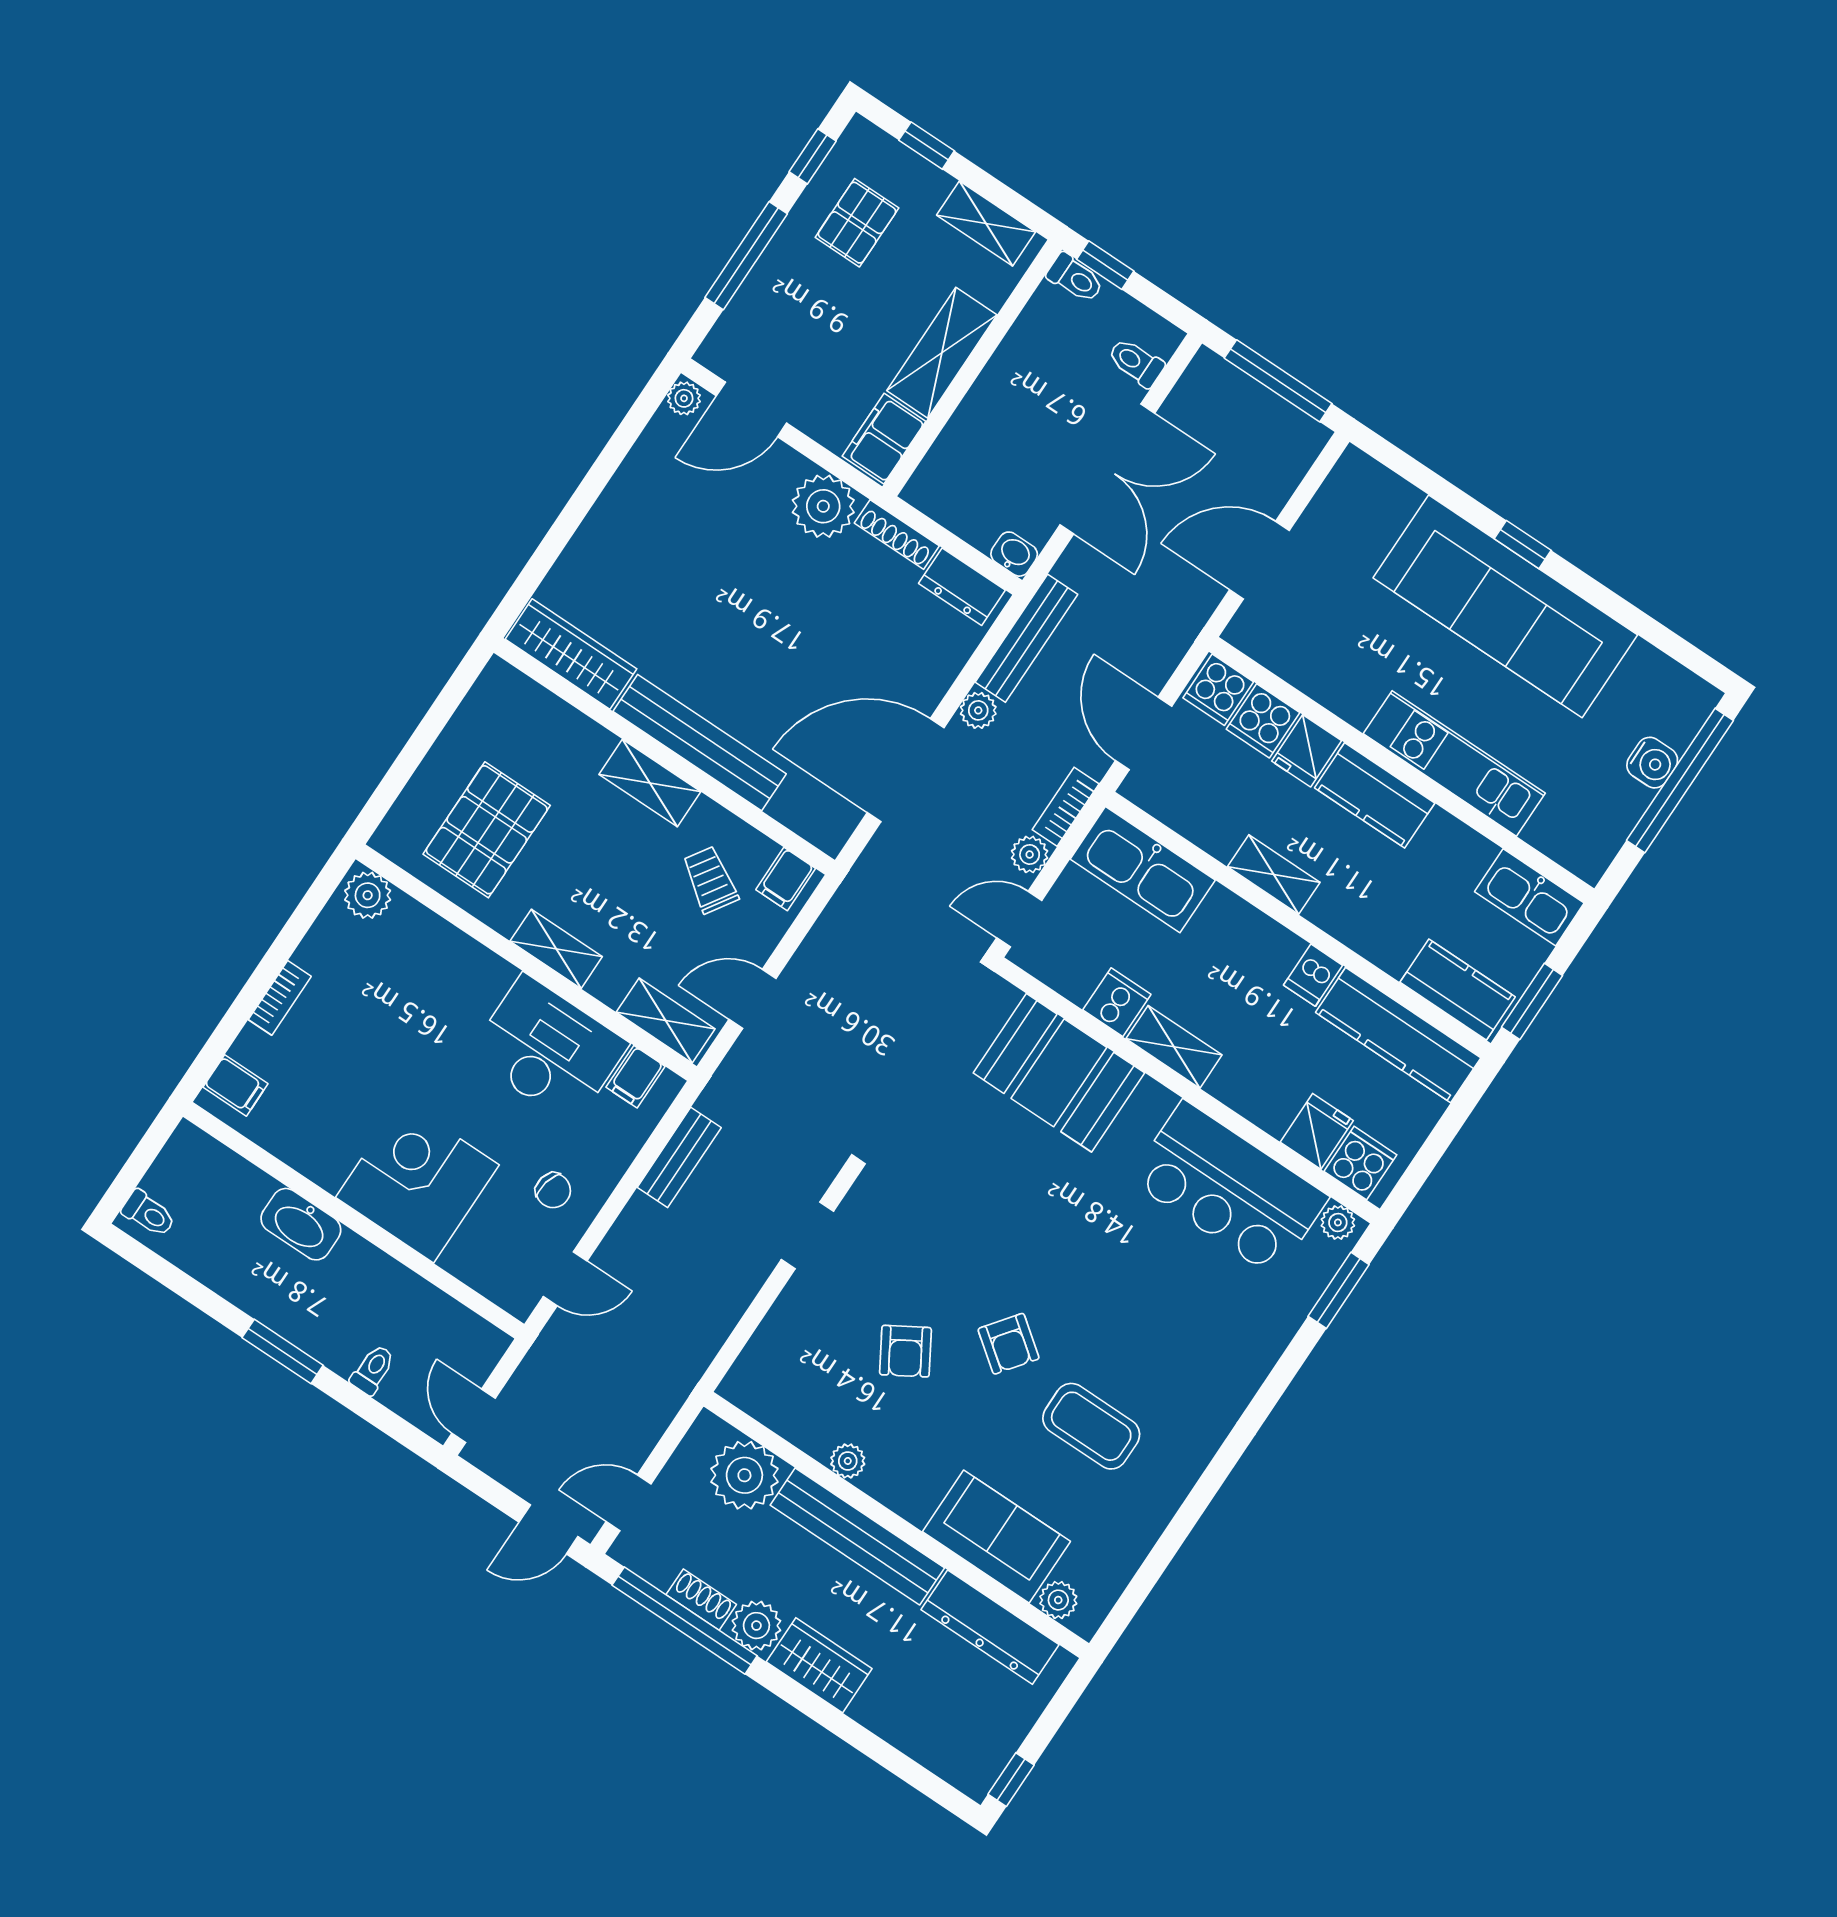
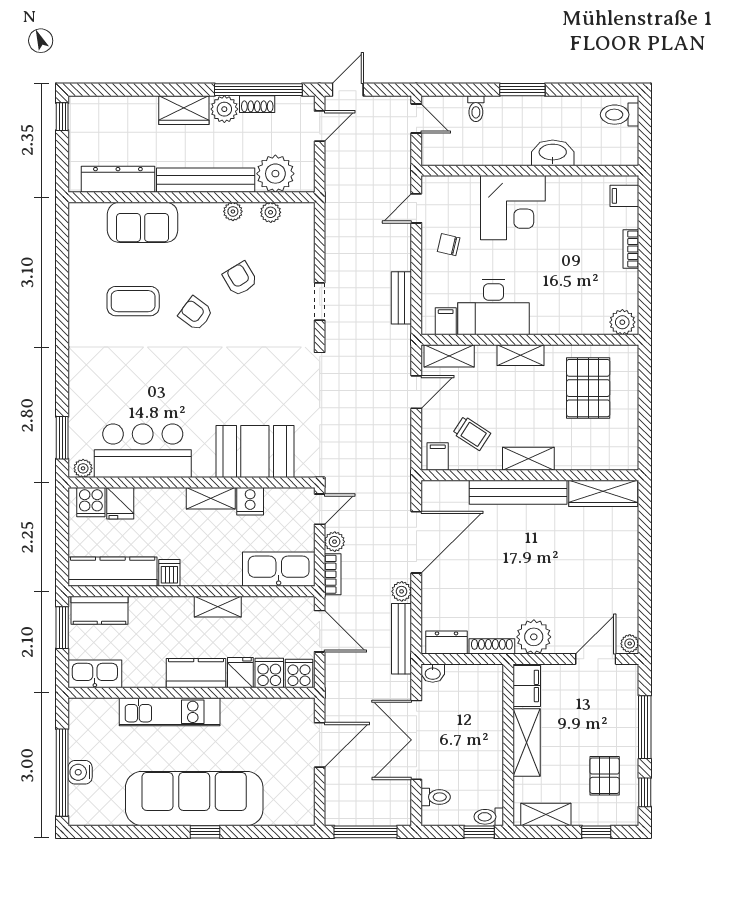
toilet: (149, 1214) -> (620, 115), width x1.37, depth x1.39
plant: (1058, 1600) -> (271, 212), moved

